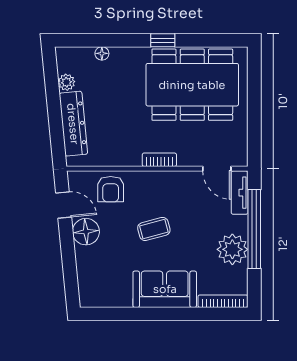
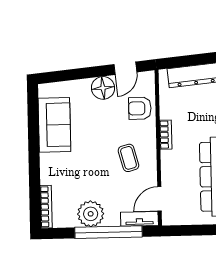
bookcase: (159, 160) -> (166, 135), moved
coffee table: (154, 229) -> (128, 158), moved
sofa: (165, 289) -> (54, 125), moved

